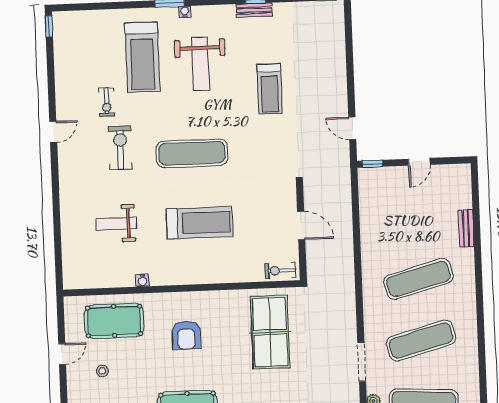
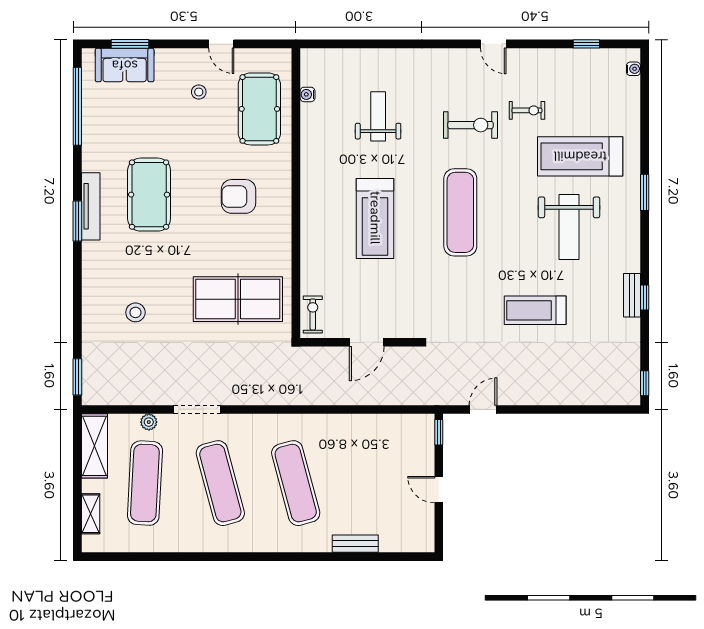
water cooler: (185, 12) -> (633, 69), moved
window: (49, 26) -> (586, 44), moved
weight bench: (200, 64) -> (569, 227), turned -90
exercise bike: (106, 102) -> (527, 110), turned 180
water cooler: (142, 280) -> (307, 94), moved

